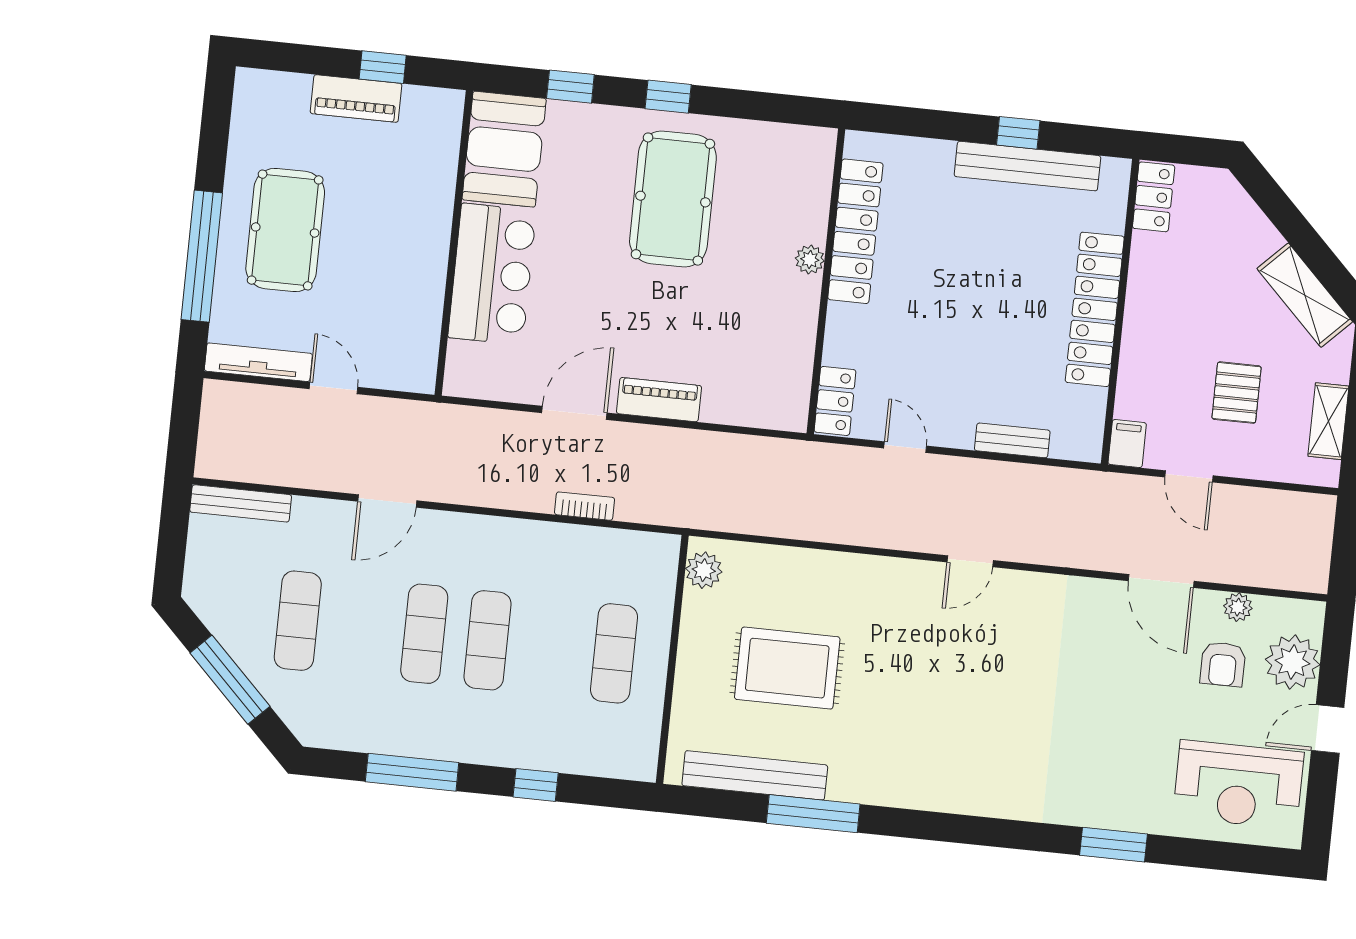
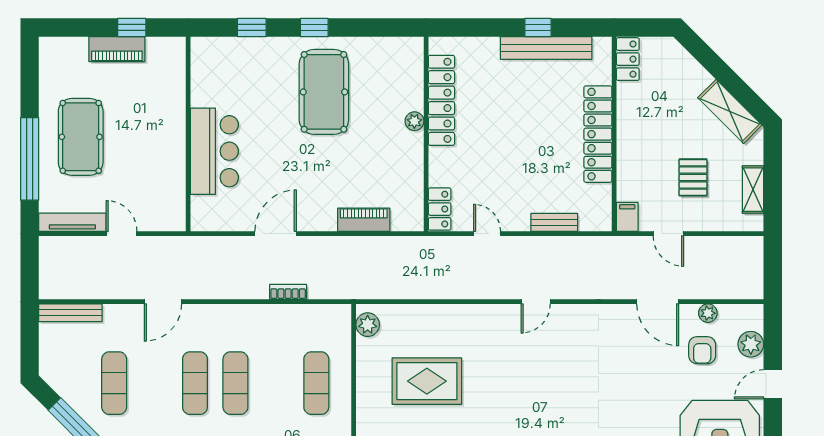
booth: (504, 149) -> (214, 71), removed
piano: (659, 400) -> (364, 220), moved
plant: (1293, 662) -> (751, 344), width x0.73, depth x0.73

